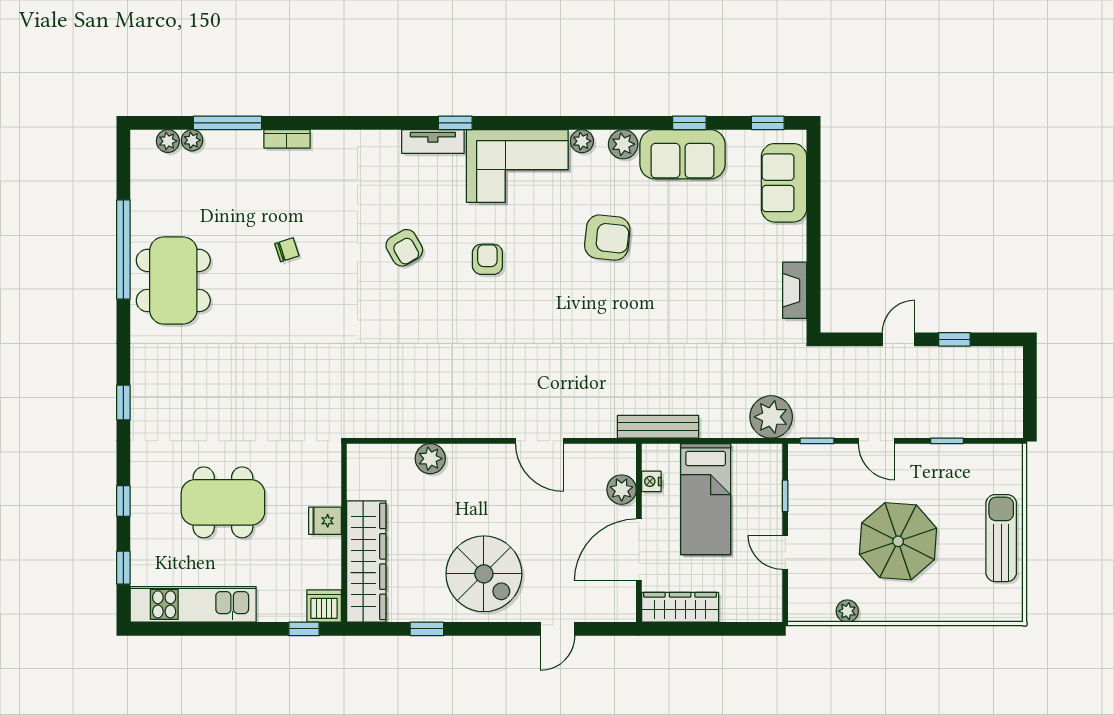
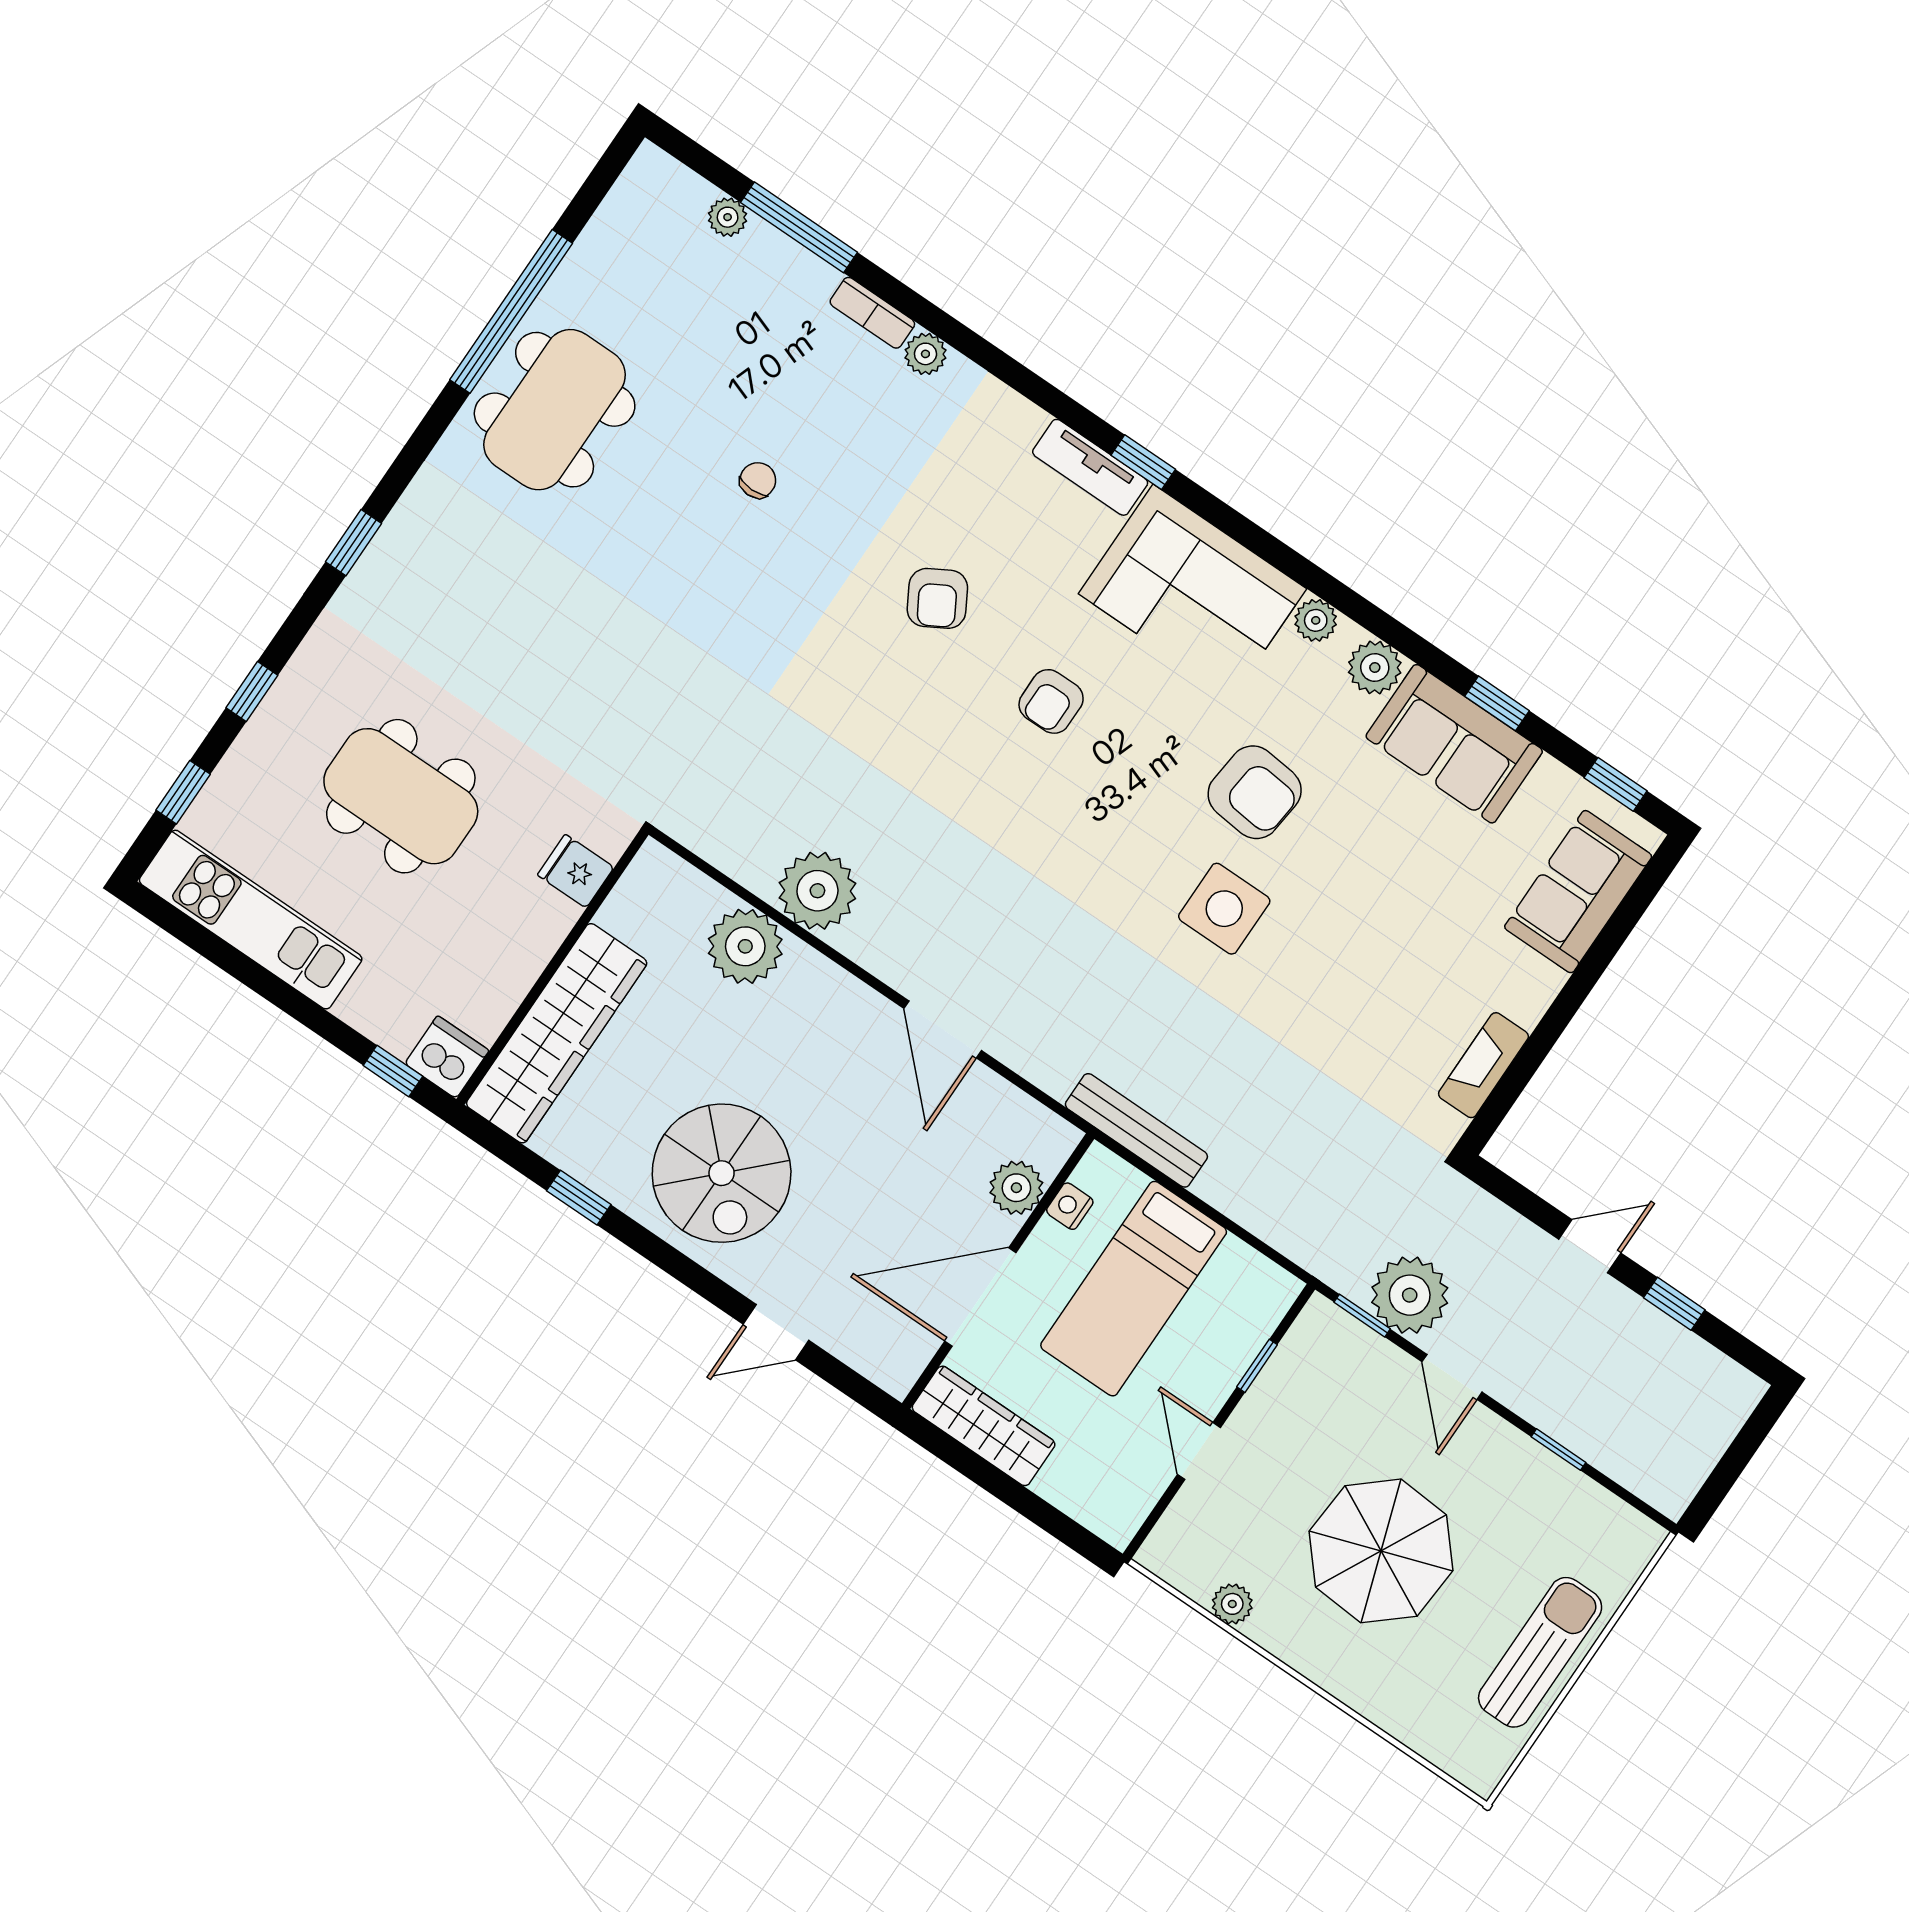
plant: (168, 141) -> (925, 354), moved
chair: (287, 250) -> (758, 480), turned -72
armchair: (487, 259) -> (1051, 701), turned 180
side table: (629, 300) -> (1224, 909), added
plant: (440, 417) -> (817, 891), added
plant: (771, 417) -> (1410, 1295), moved
plant: (430, 459) -> (745, 946), width x1.36, depth x1.36
fridge: (325, 521) -> (576, 871), moved

